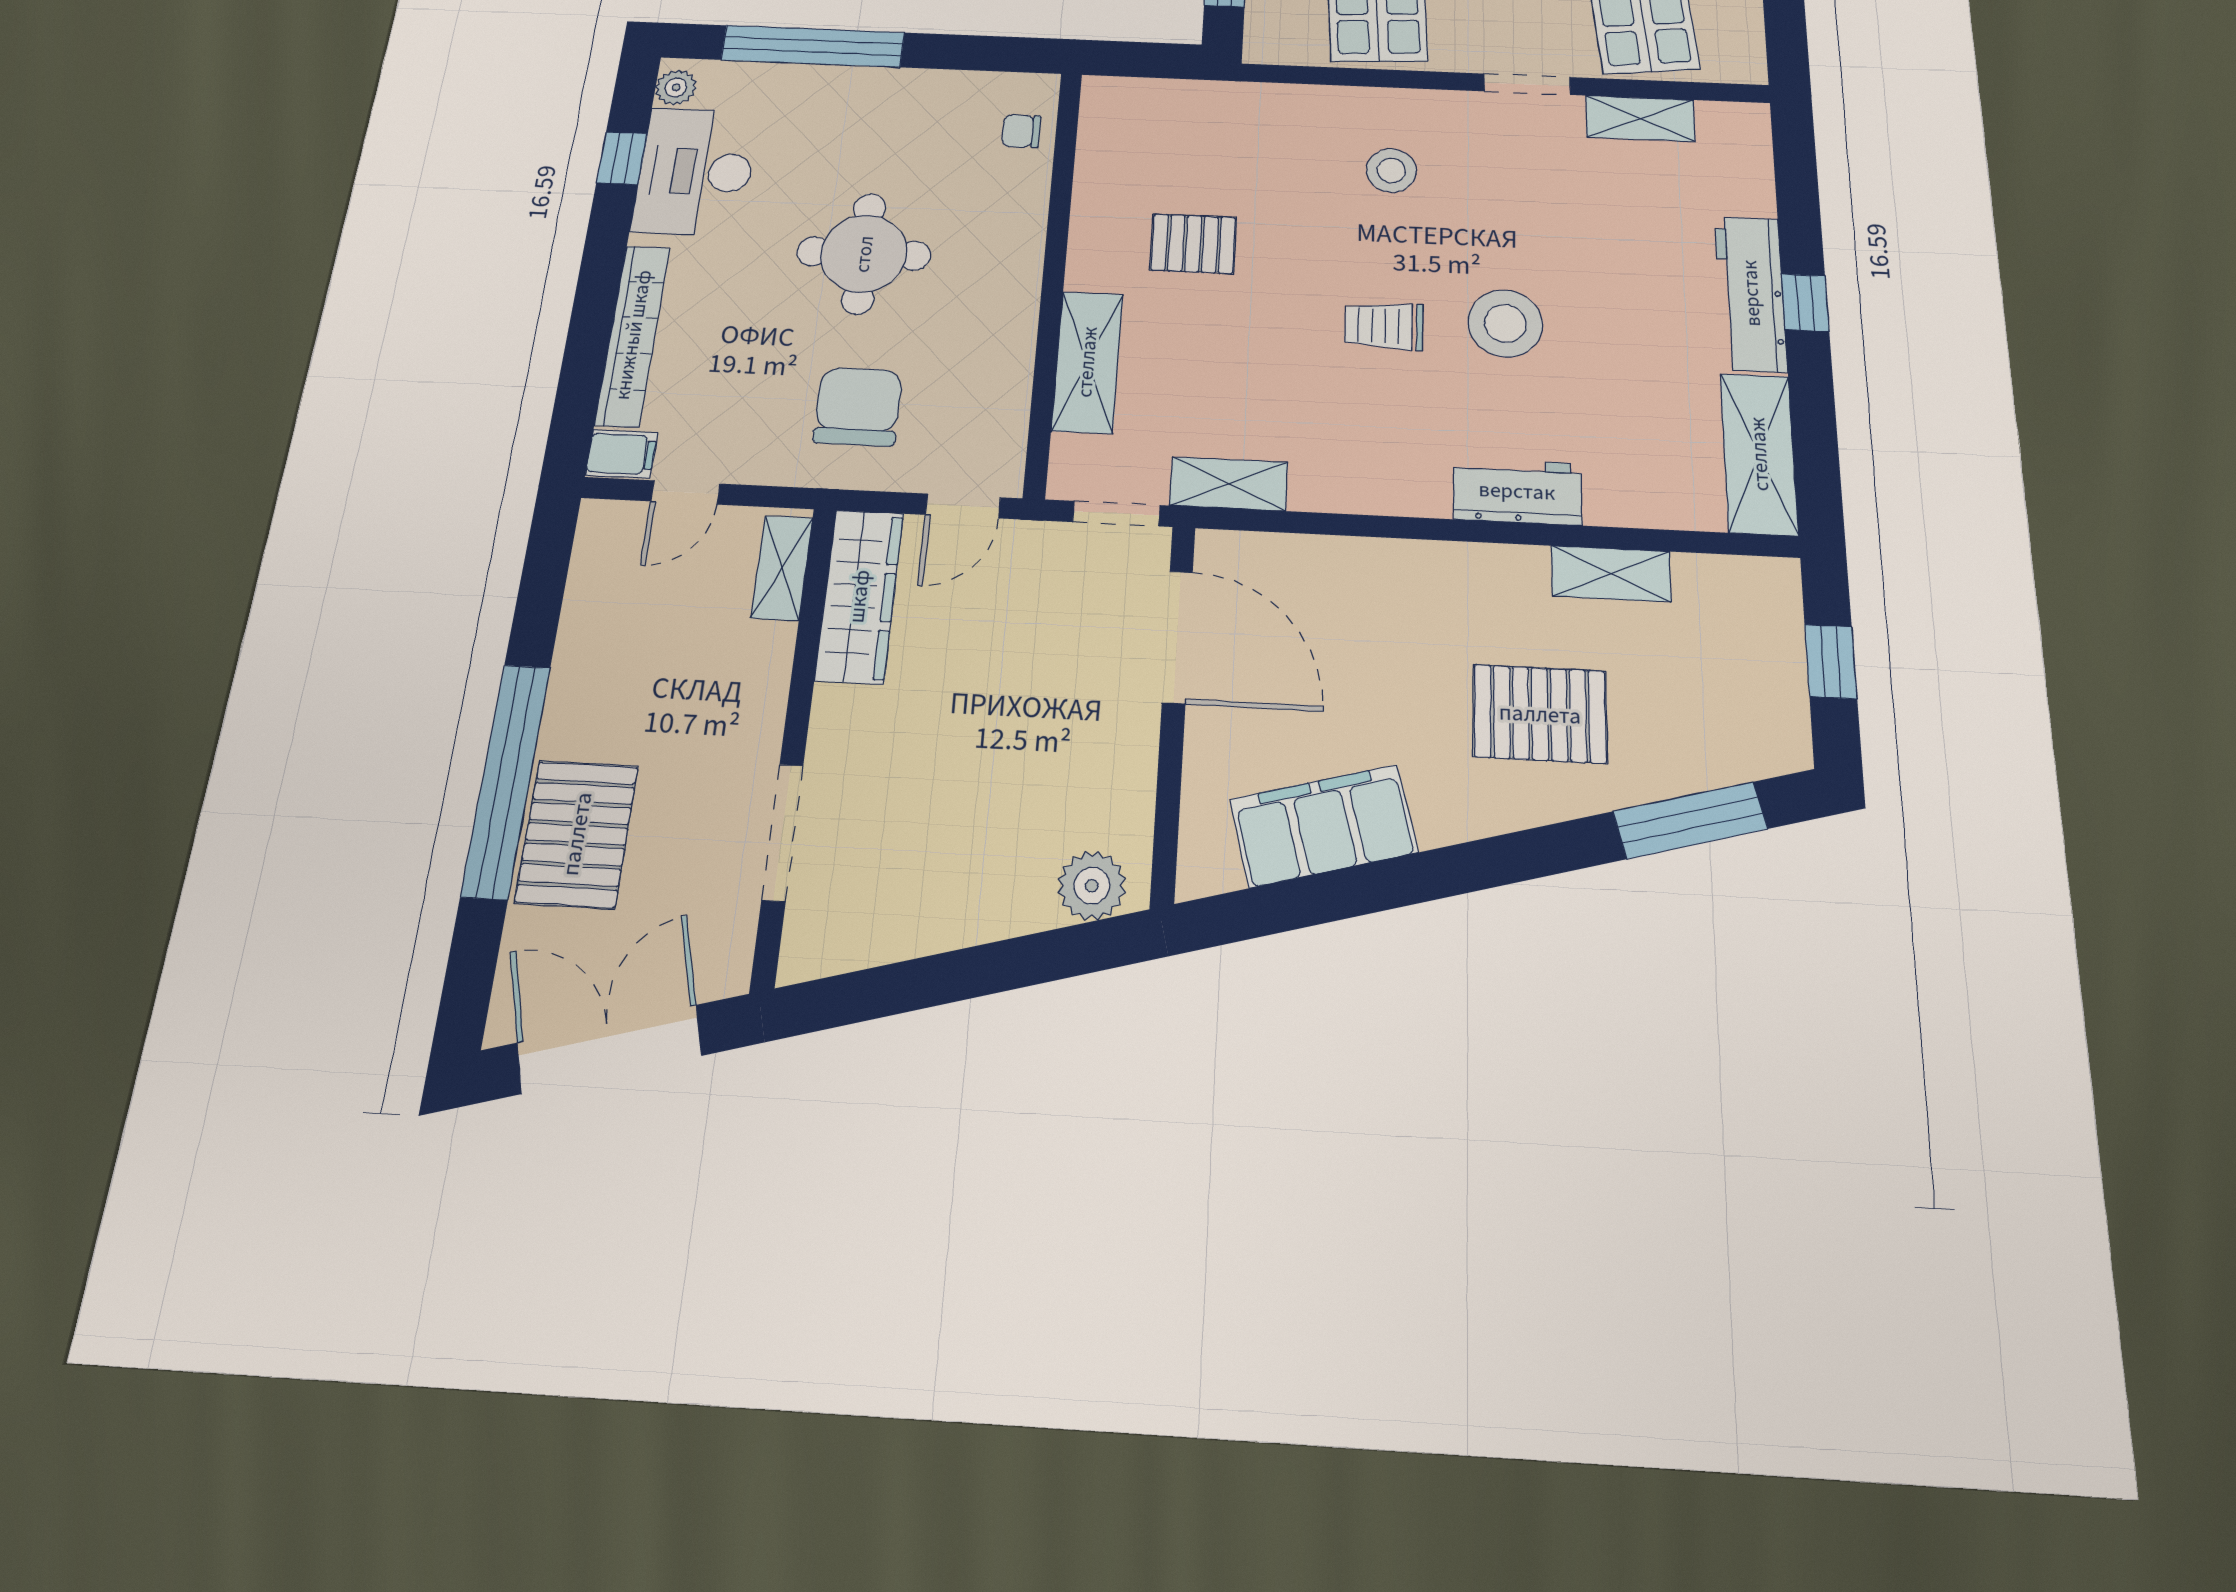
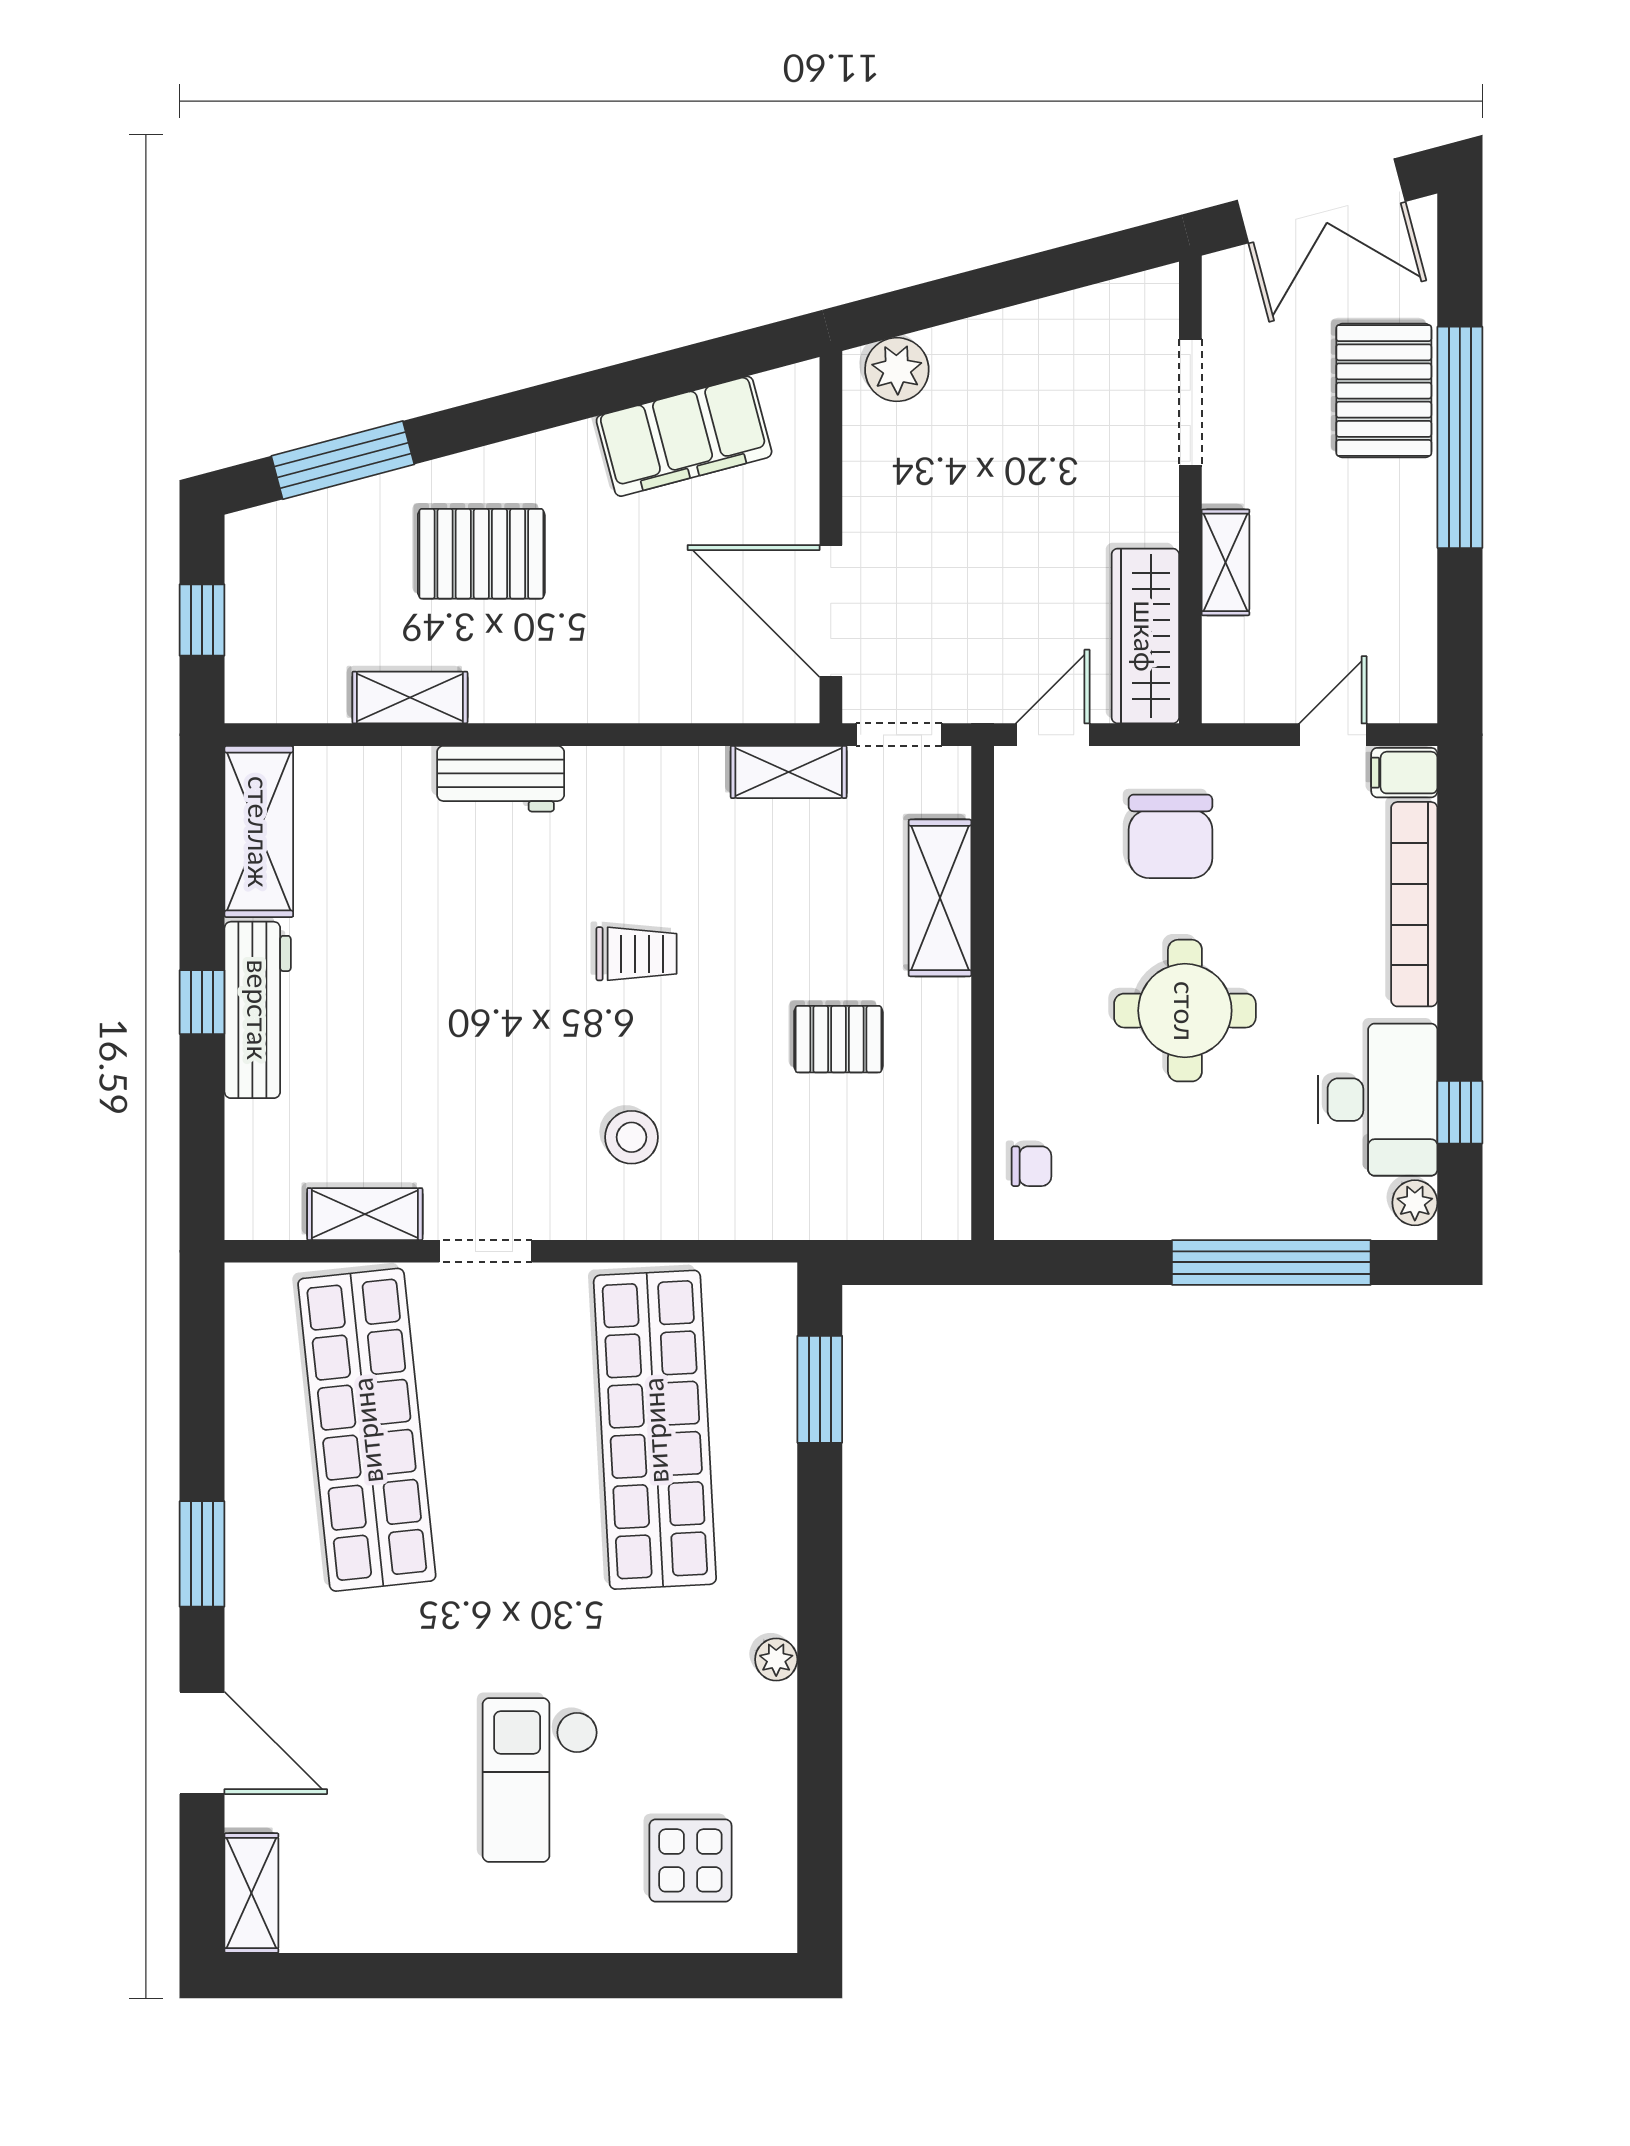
stool: (1505, 323) -> (511, 963), removed
shelving: (782, 568) -> (1225, 562), moved

